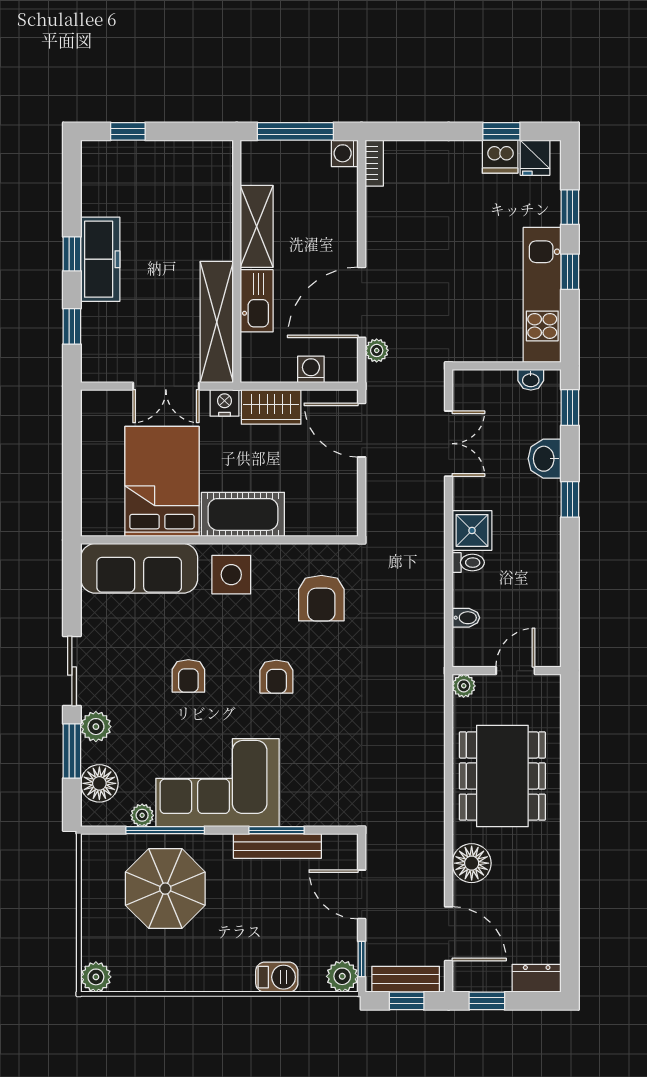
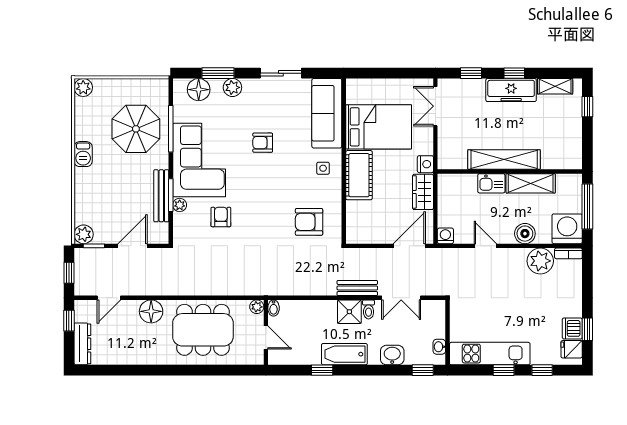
washing machine: (345, 153) -> (567, 229), width x1.89, depth x1.89
shelving: (94, 185) -> (555, 86), added
boiler: (341, 236) -> (525, 234), added
kitchen sink: (257, 301) -> (491, 183), width x0.73
door: (362, 302) -> (485, 246), width x0.53
shelving: (217, 322) -> (504, 160), moved
plant: (377, 350) -> (540, 261), moved, width x1.87, depth x1.87
washing machine: (311, 369) -> (445, 236), moved, turned -90
double door: (166, 386) -> (435, 106), moved
window: (570, 499) -> (322, 370), moved
bathtub: (543, 539) -> (344, 354), added
toilet: (468, 563) -> (369, 309), moved
side table: (231, 575) -> (323, 168), width x0.54, depth x0.54
bidet: (466, 618) -> (274, 308), moved
sliding door: (72, 671) -> (281, 73), moved
armchair: (276, 677) -> (221, 217), moved, turned 90
plant: (142, 815) -> (180, 205), moved
door: (449, 934) -> (109, 298), width x0.73
barbecue: (277, 977) -> (83, 154), moved
dresser: (537, 978) -> (82, 344), width x1.44
bench: (406, 979) -> (357, 288), moved, turned 90

